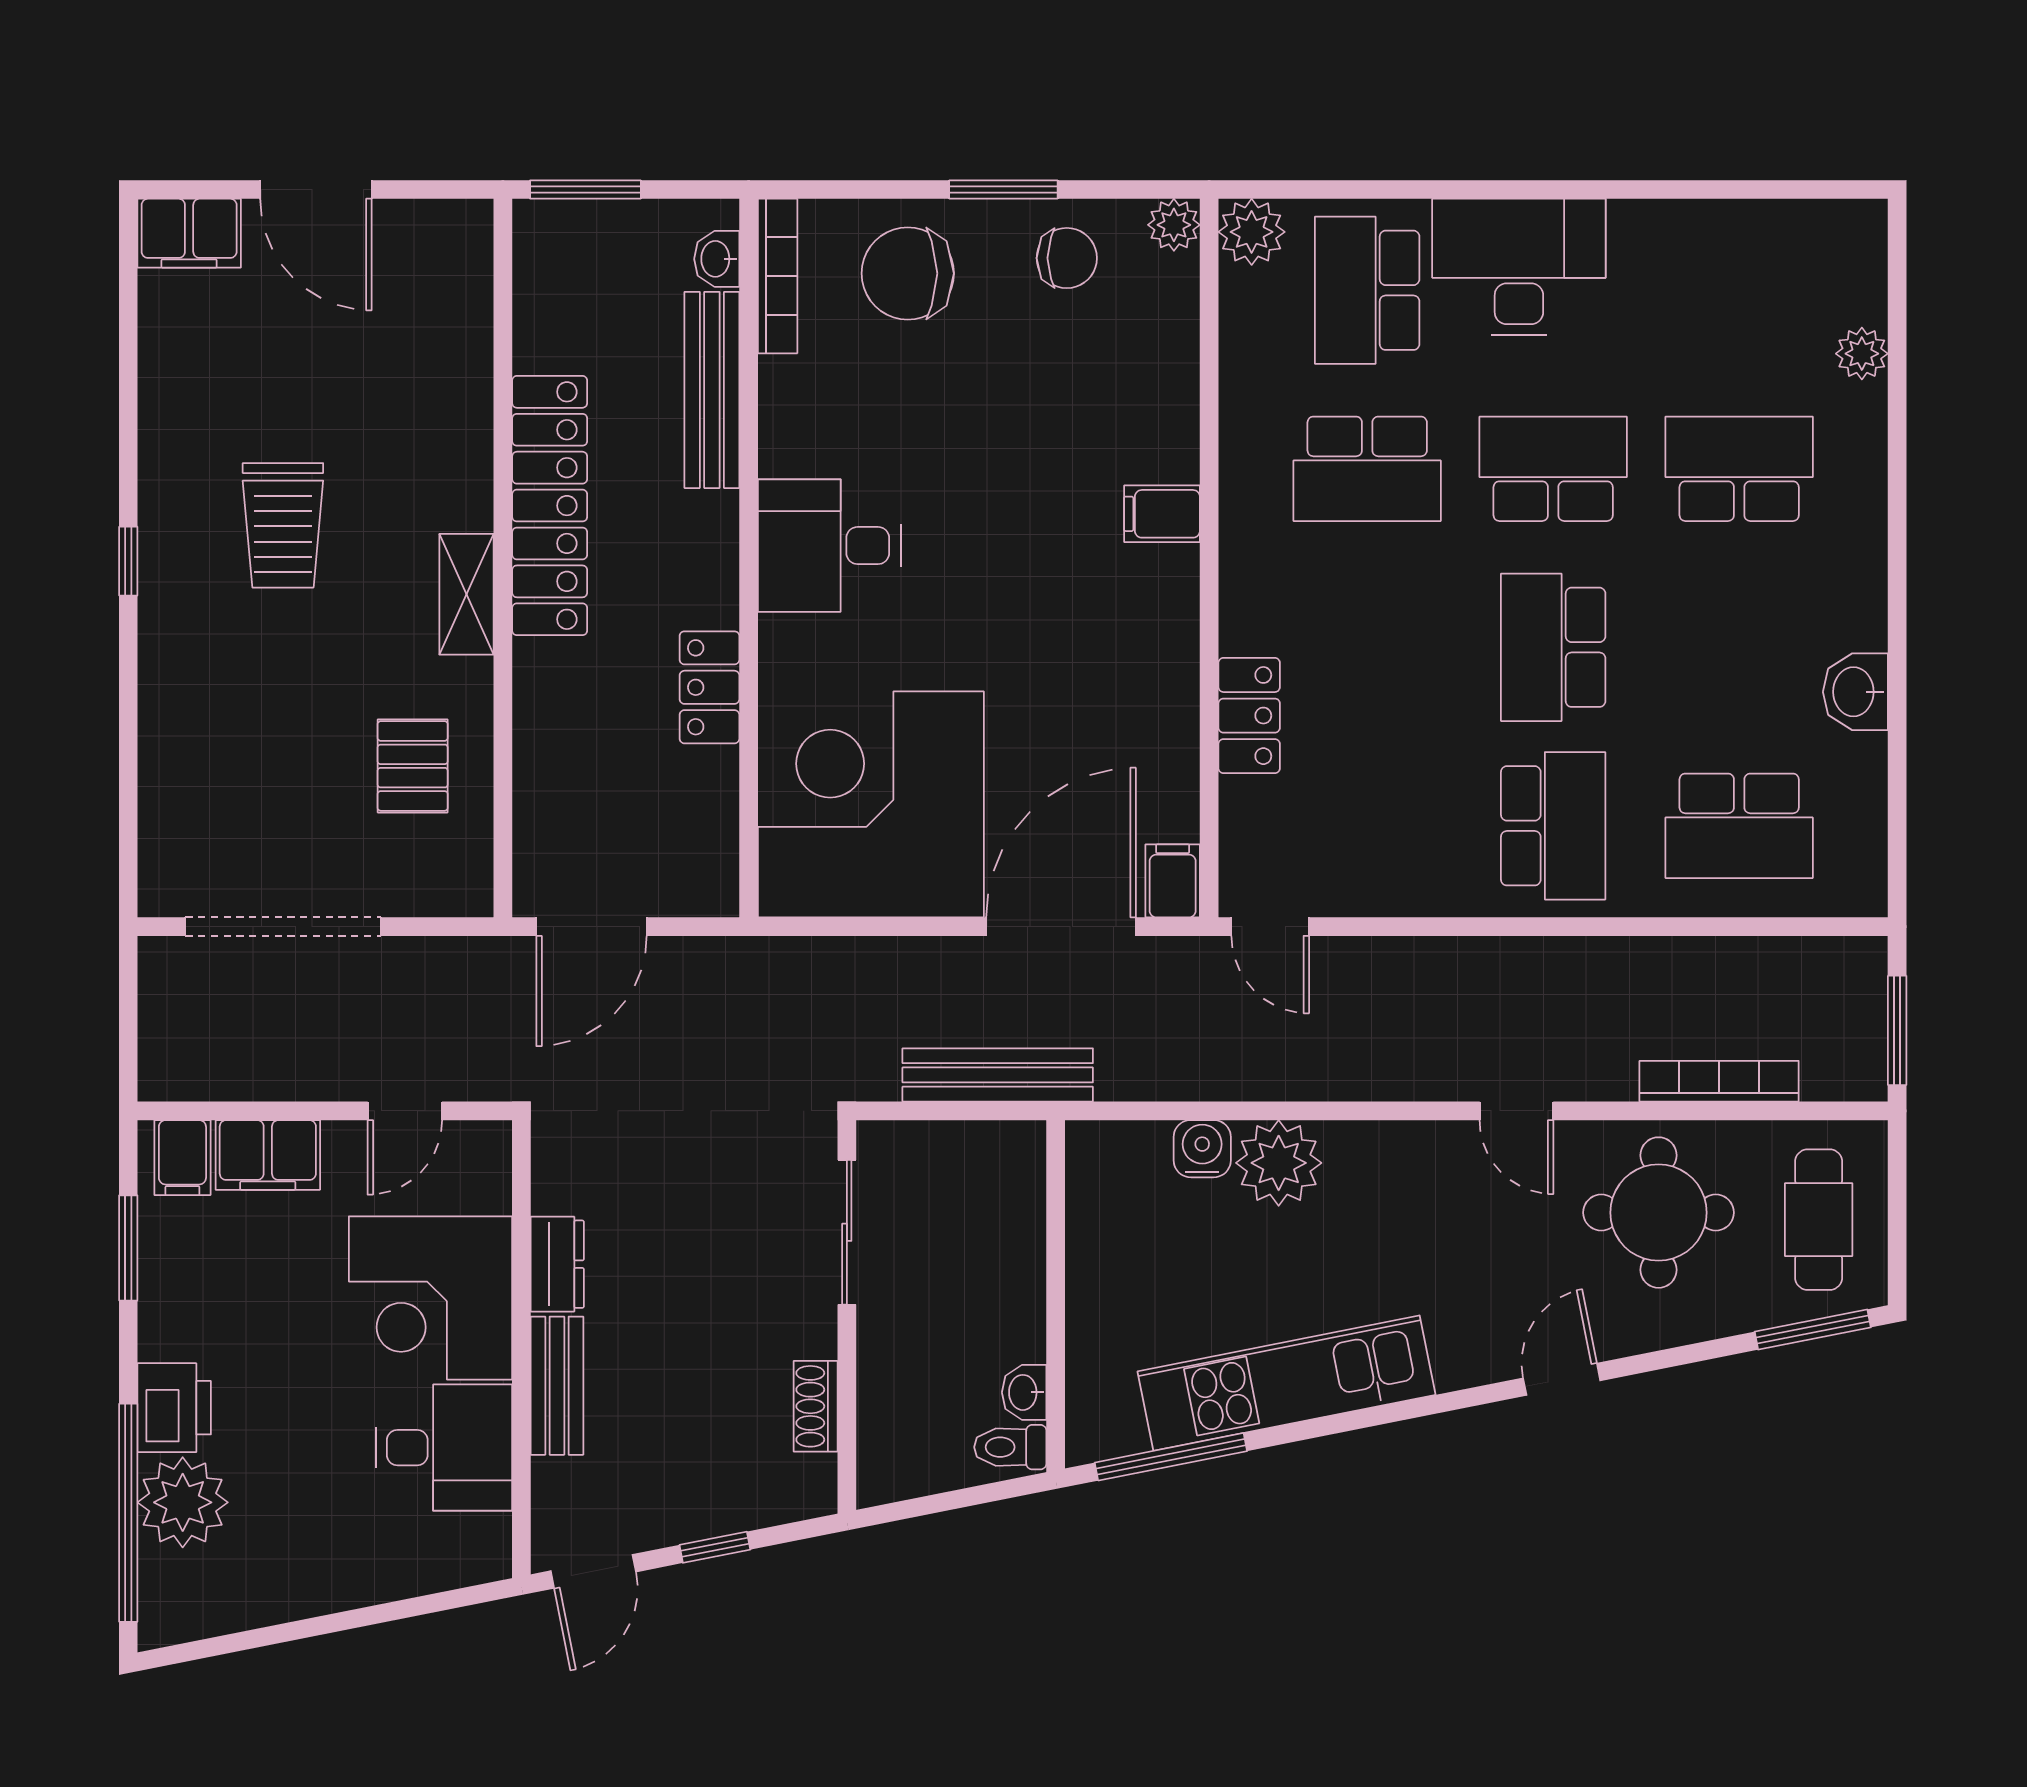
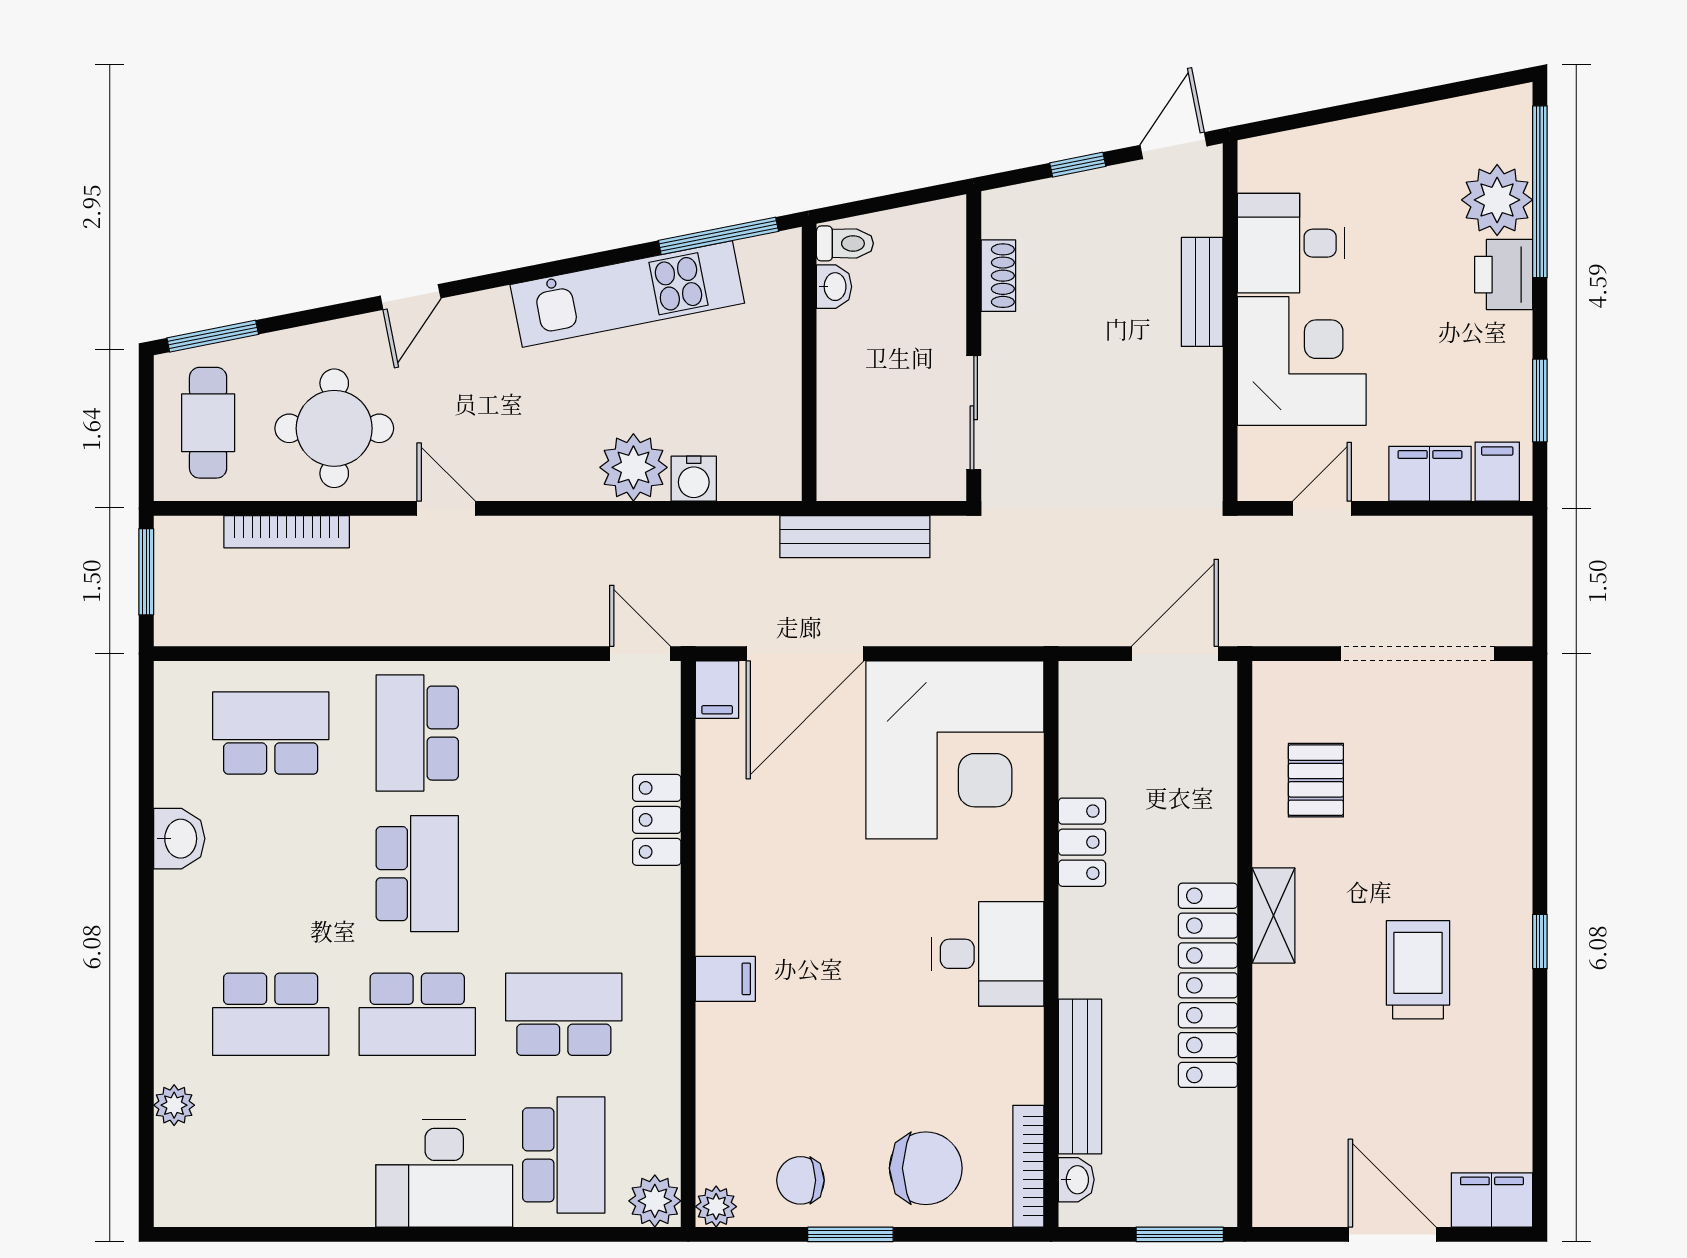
dresser: (557, 1264) -> (1202, 388), removed

